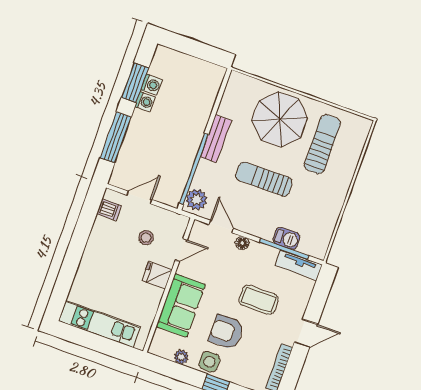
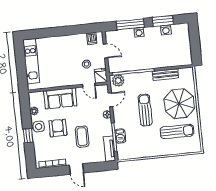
washing machine: (145, 102) -> (139, 32), moved
bench: (216, 139) -> (165, 75), moved
fridge: (157, 275) -> (101, 76), moved

